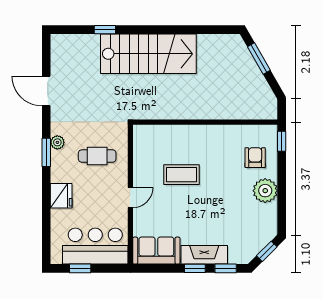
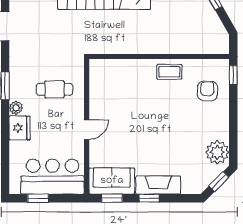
plant: (57, 142) -> (16, 108), moved
coffee table: (182, 175) -> (169, 72), moved, width x0.73, depth x0.77
plant: (265, 191) -> (217, 152), moved
window: (226, 268) -> (112, 198), moved

